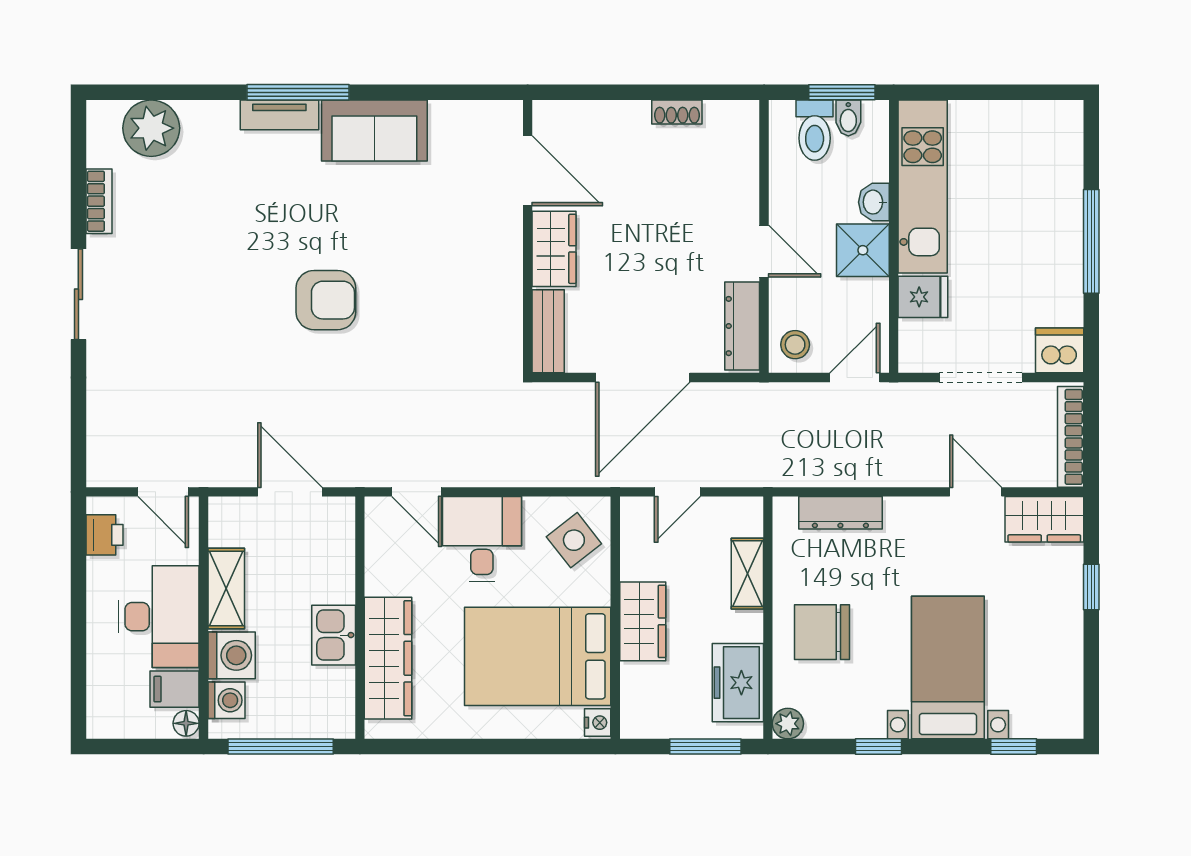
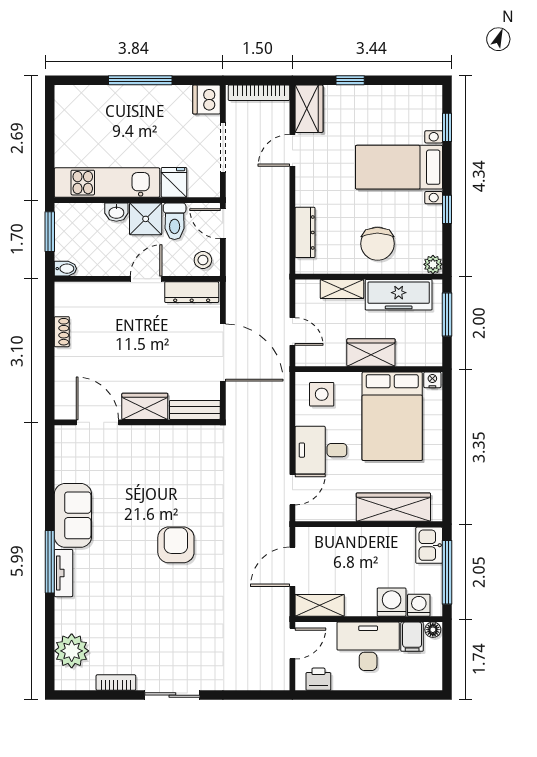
bidet: (848, 118) -> (65, 269), moved
toilet: (815, 130) -> (175, 221), moved, turned 90
door: (528, 171) -> (97, 422), hinge flipped
side table: (574, 540) -> (322, 394), turned 38
shelving: (226, 588) -> (320, 605), moved
kitchen sink: (334, 635) -> (429, 545), moved, turned 90
freezer: (738, 683) -> (399, 295), width x1.40

